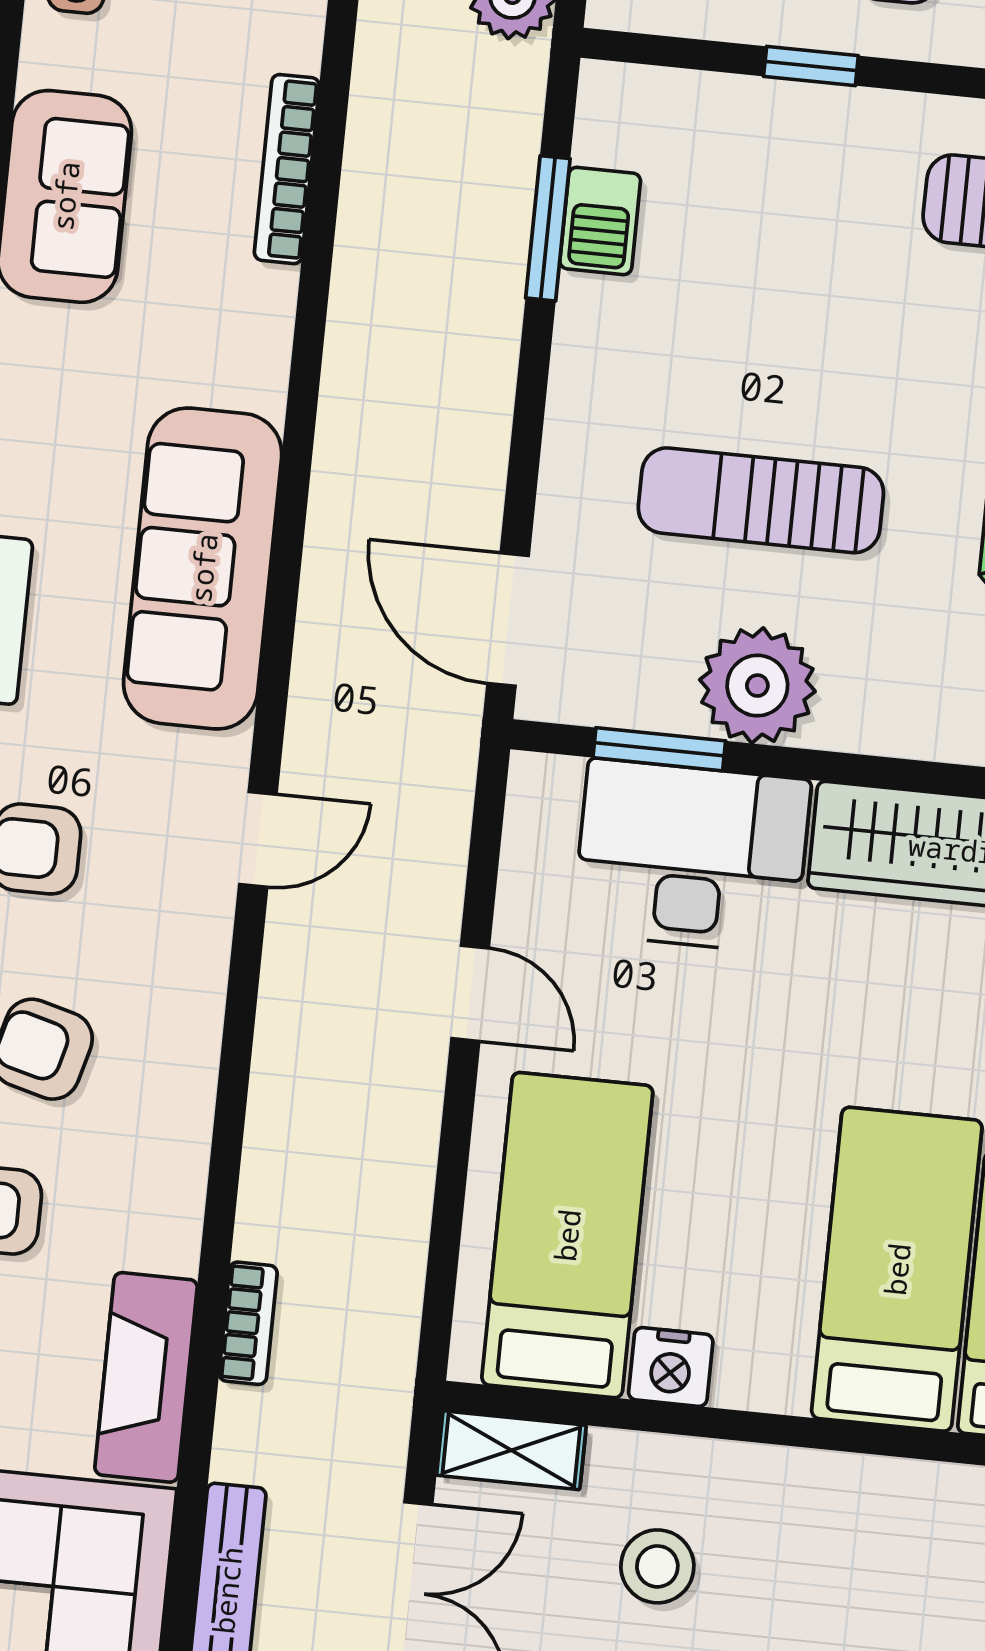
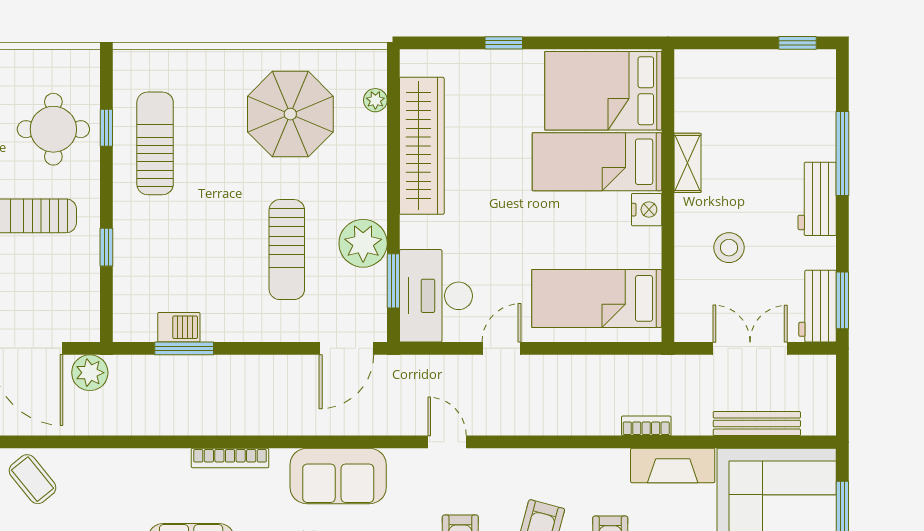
bookcase: (287, 169) -> (230, 458), moved
sofa: (203, 568) -> (338, 476), width x0.73
desk: (691, 856) -> (436, 296), moved
nightstand: (671, 1367) -> (647, 210), moved
shelving: (511, 1450) -> (687, 163), moved

